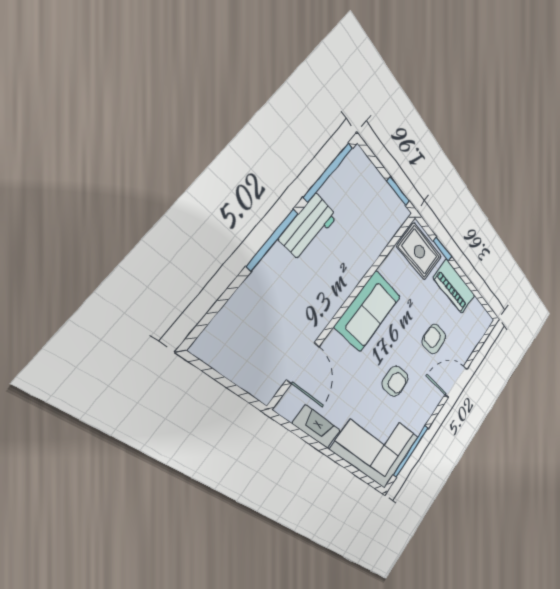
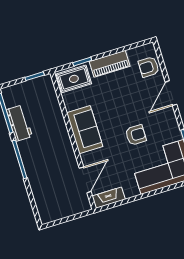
workbench: (308, 227) -> (19, 123), moved
armchair: (434, 339) -> (149, 67), moved
door: (303, 363) -> (85, 180), hinge flipped
fireplace: (317, 427) -> (109, 198), moved

